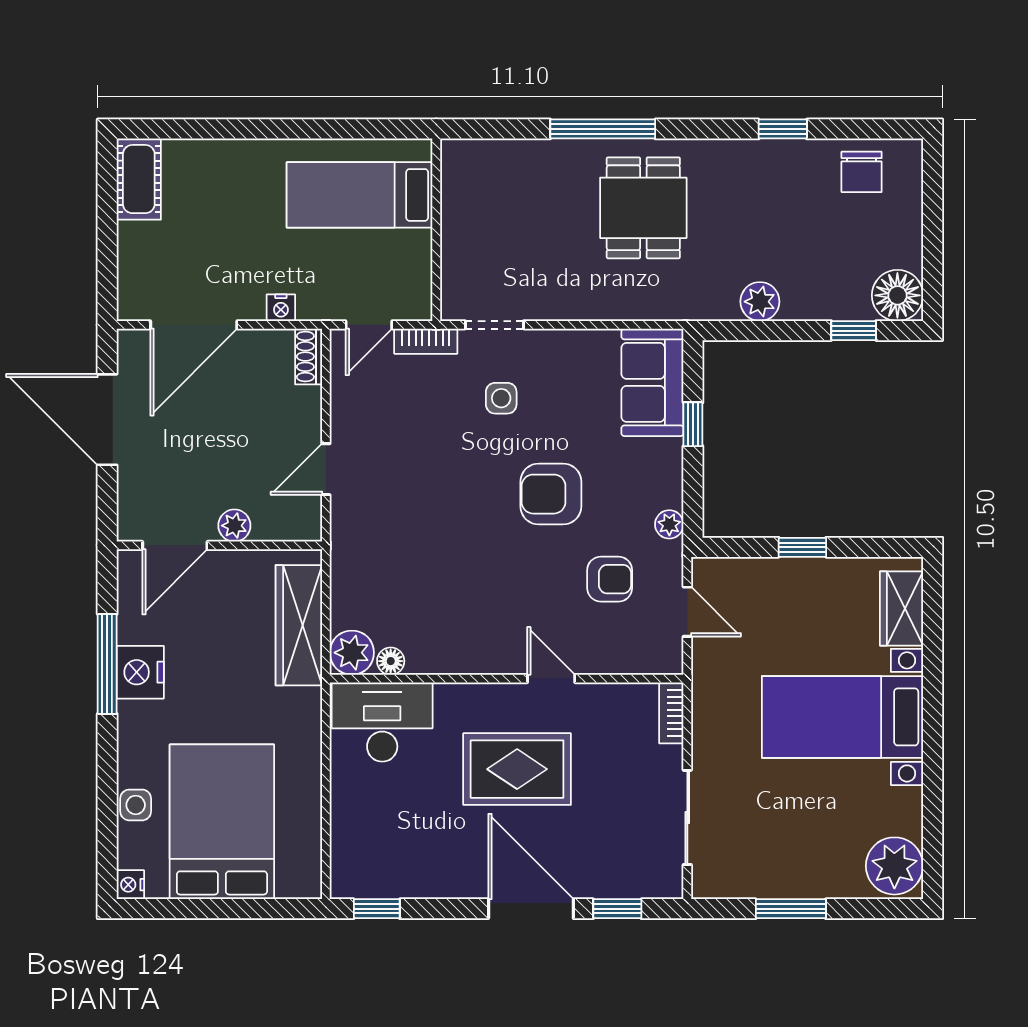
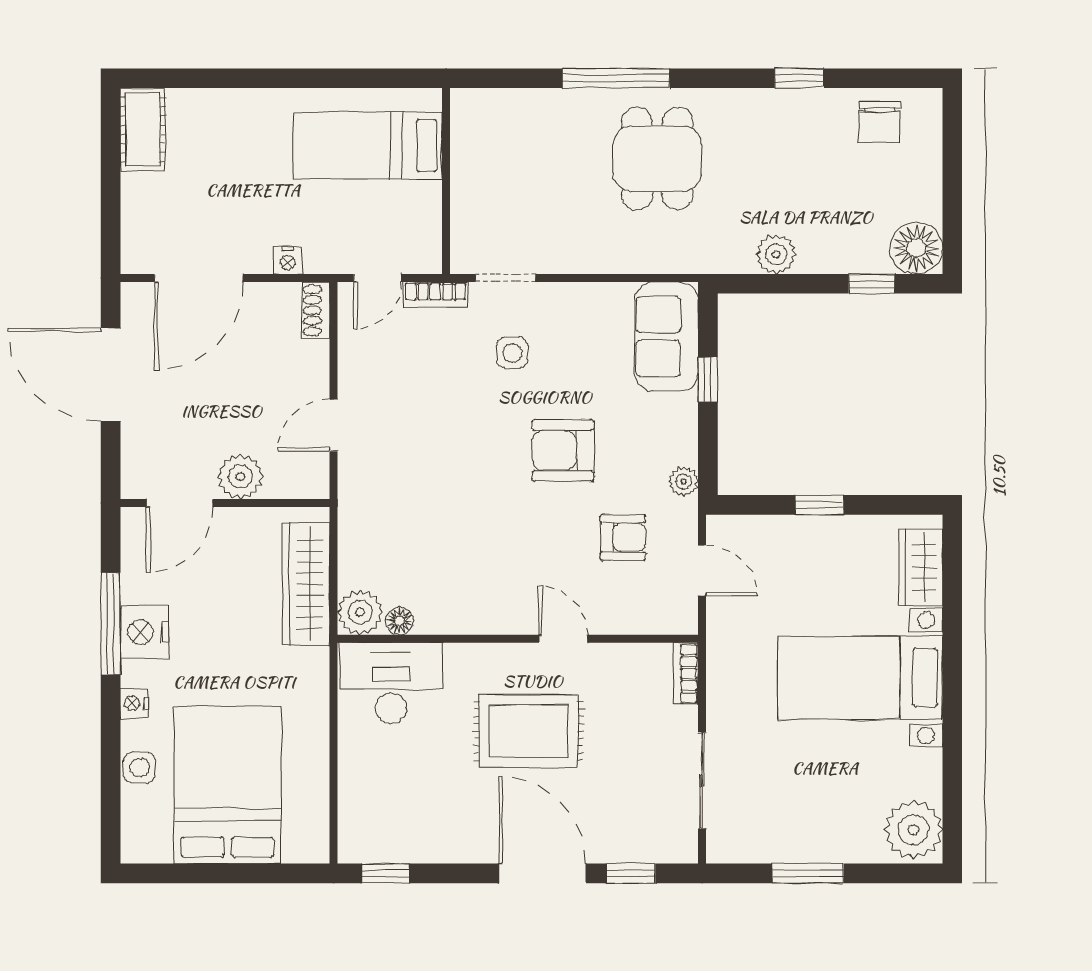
plant: (234, 526) -> (240, 476), width x1.38, depth x1.38
nightstand: (130, 885) -> (134, 703), moved

